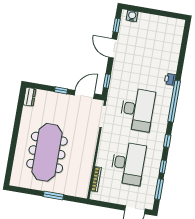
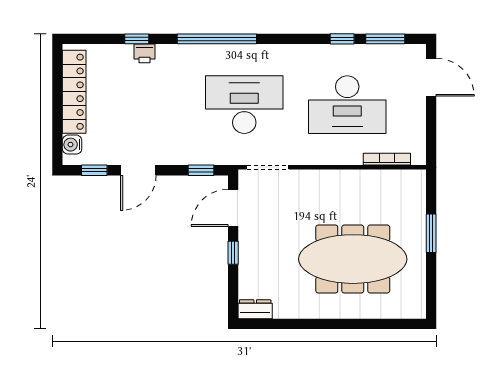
locker: (159, 22) -> (74, 92), added
printer: (170, 79) -> (145, 53), moved
door: (84, 94) -> (233, 208), hinge flipped
window: (167, 141) -> (137, 39), moved
desk: (128, 163) -> (347, 105), turned 180

